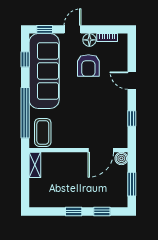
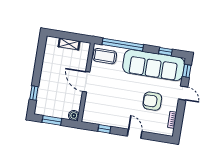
floor lamp: (89, 40) -> (173, 105), removed
door: (132, 81) -> (135, 134), hinge flipped
door: (101, 150) -> (86, 82), moved
shelving: (35, 165) -> (69, 44), moved
window: (74, 212) -> (38, 71), removed

